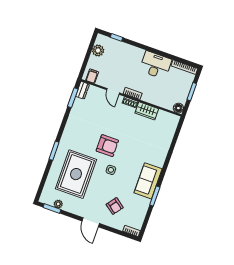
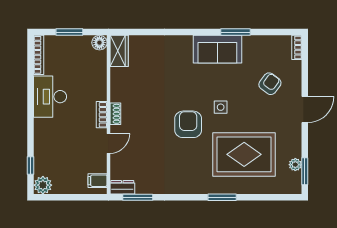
plant: (98, 51) -> (43, 185), moved
wardrobe: (147, 111) -> (119, 51), moved

